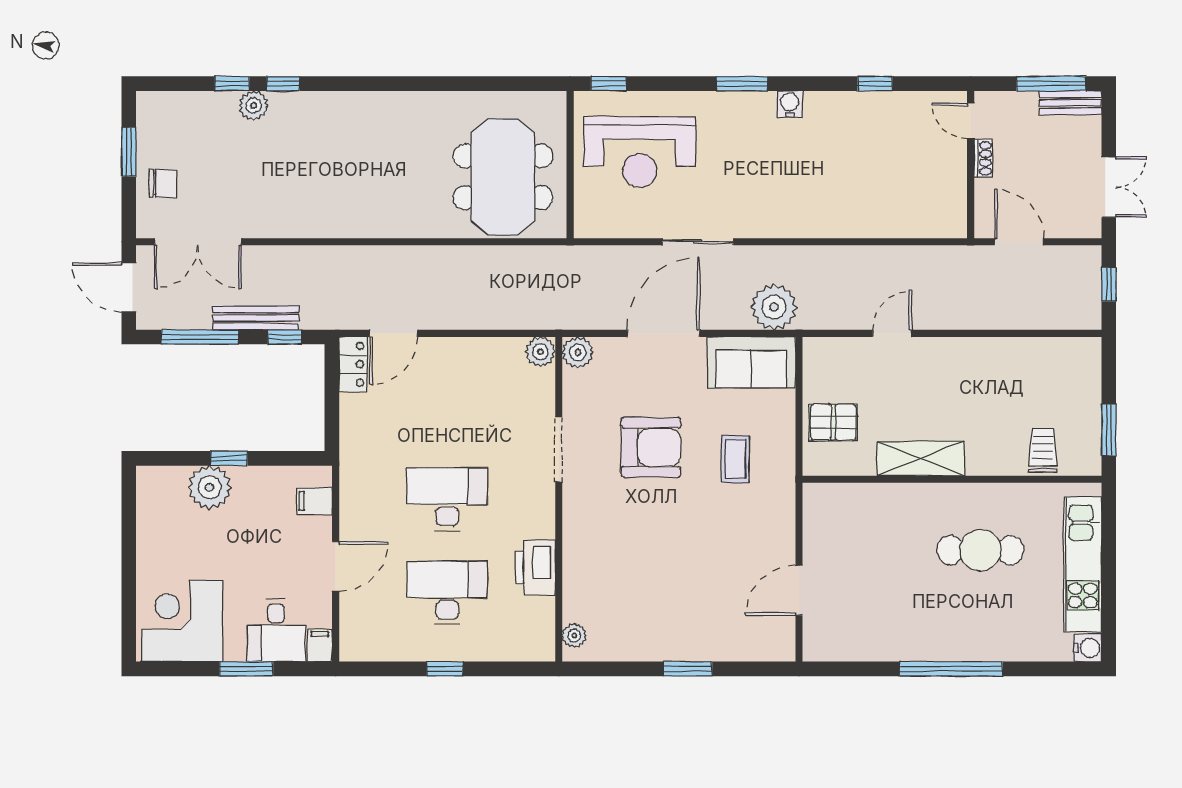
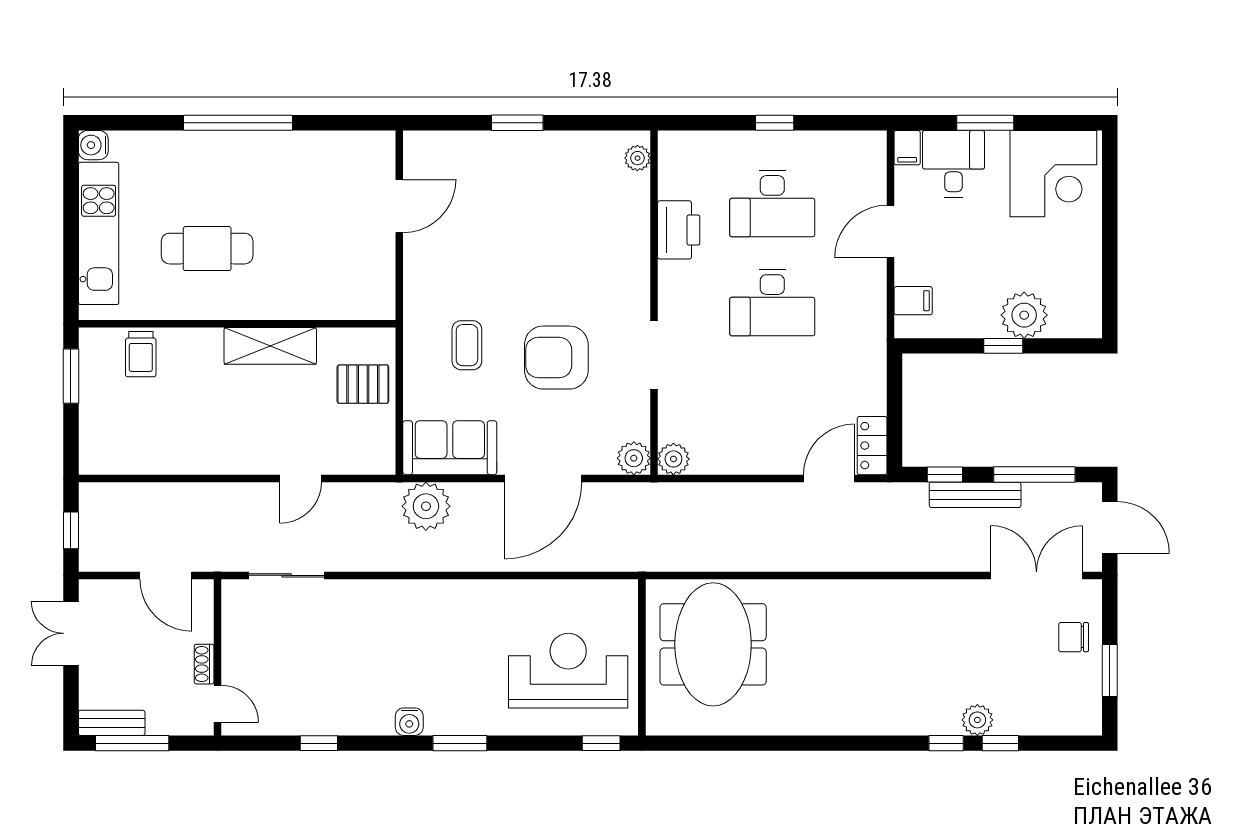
sliding door: (698, 242) -> (287, 575), moved

